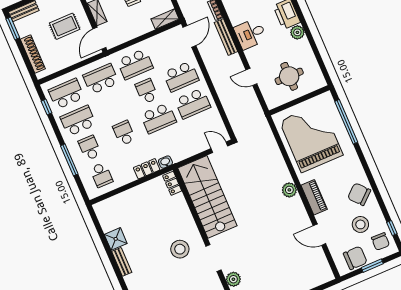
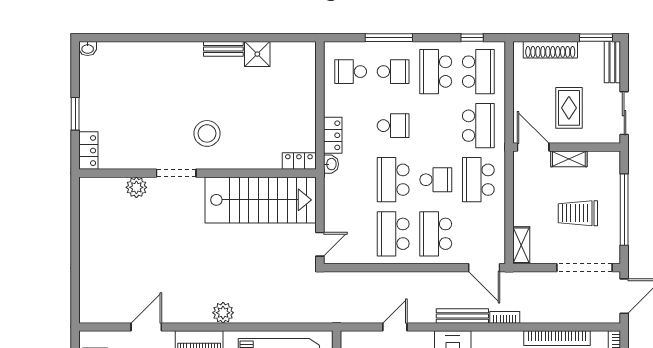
school desk: (78, 121) -> (436, 72), turned 180

